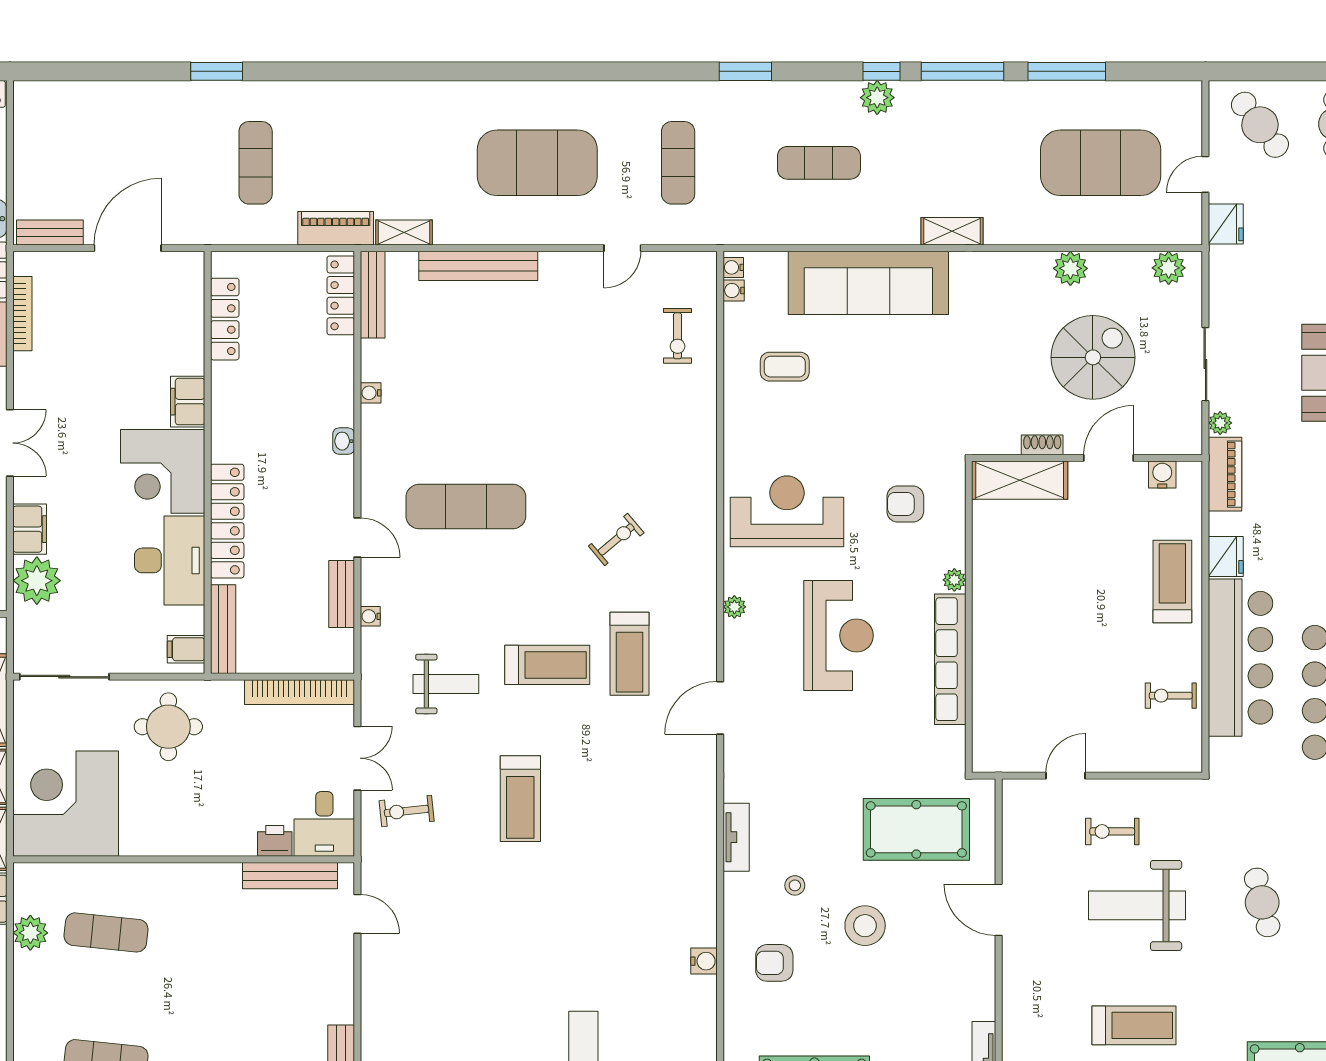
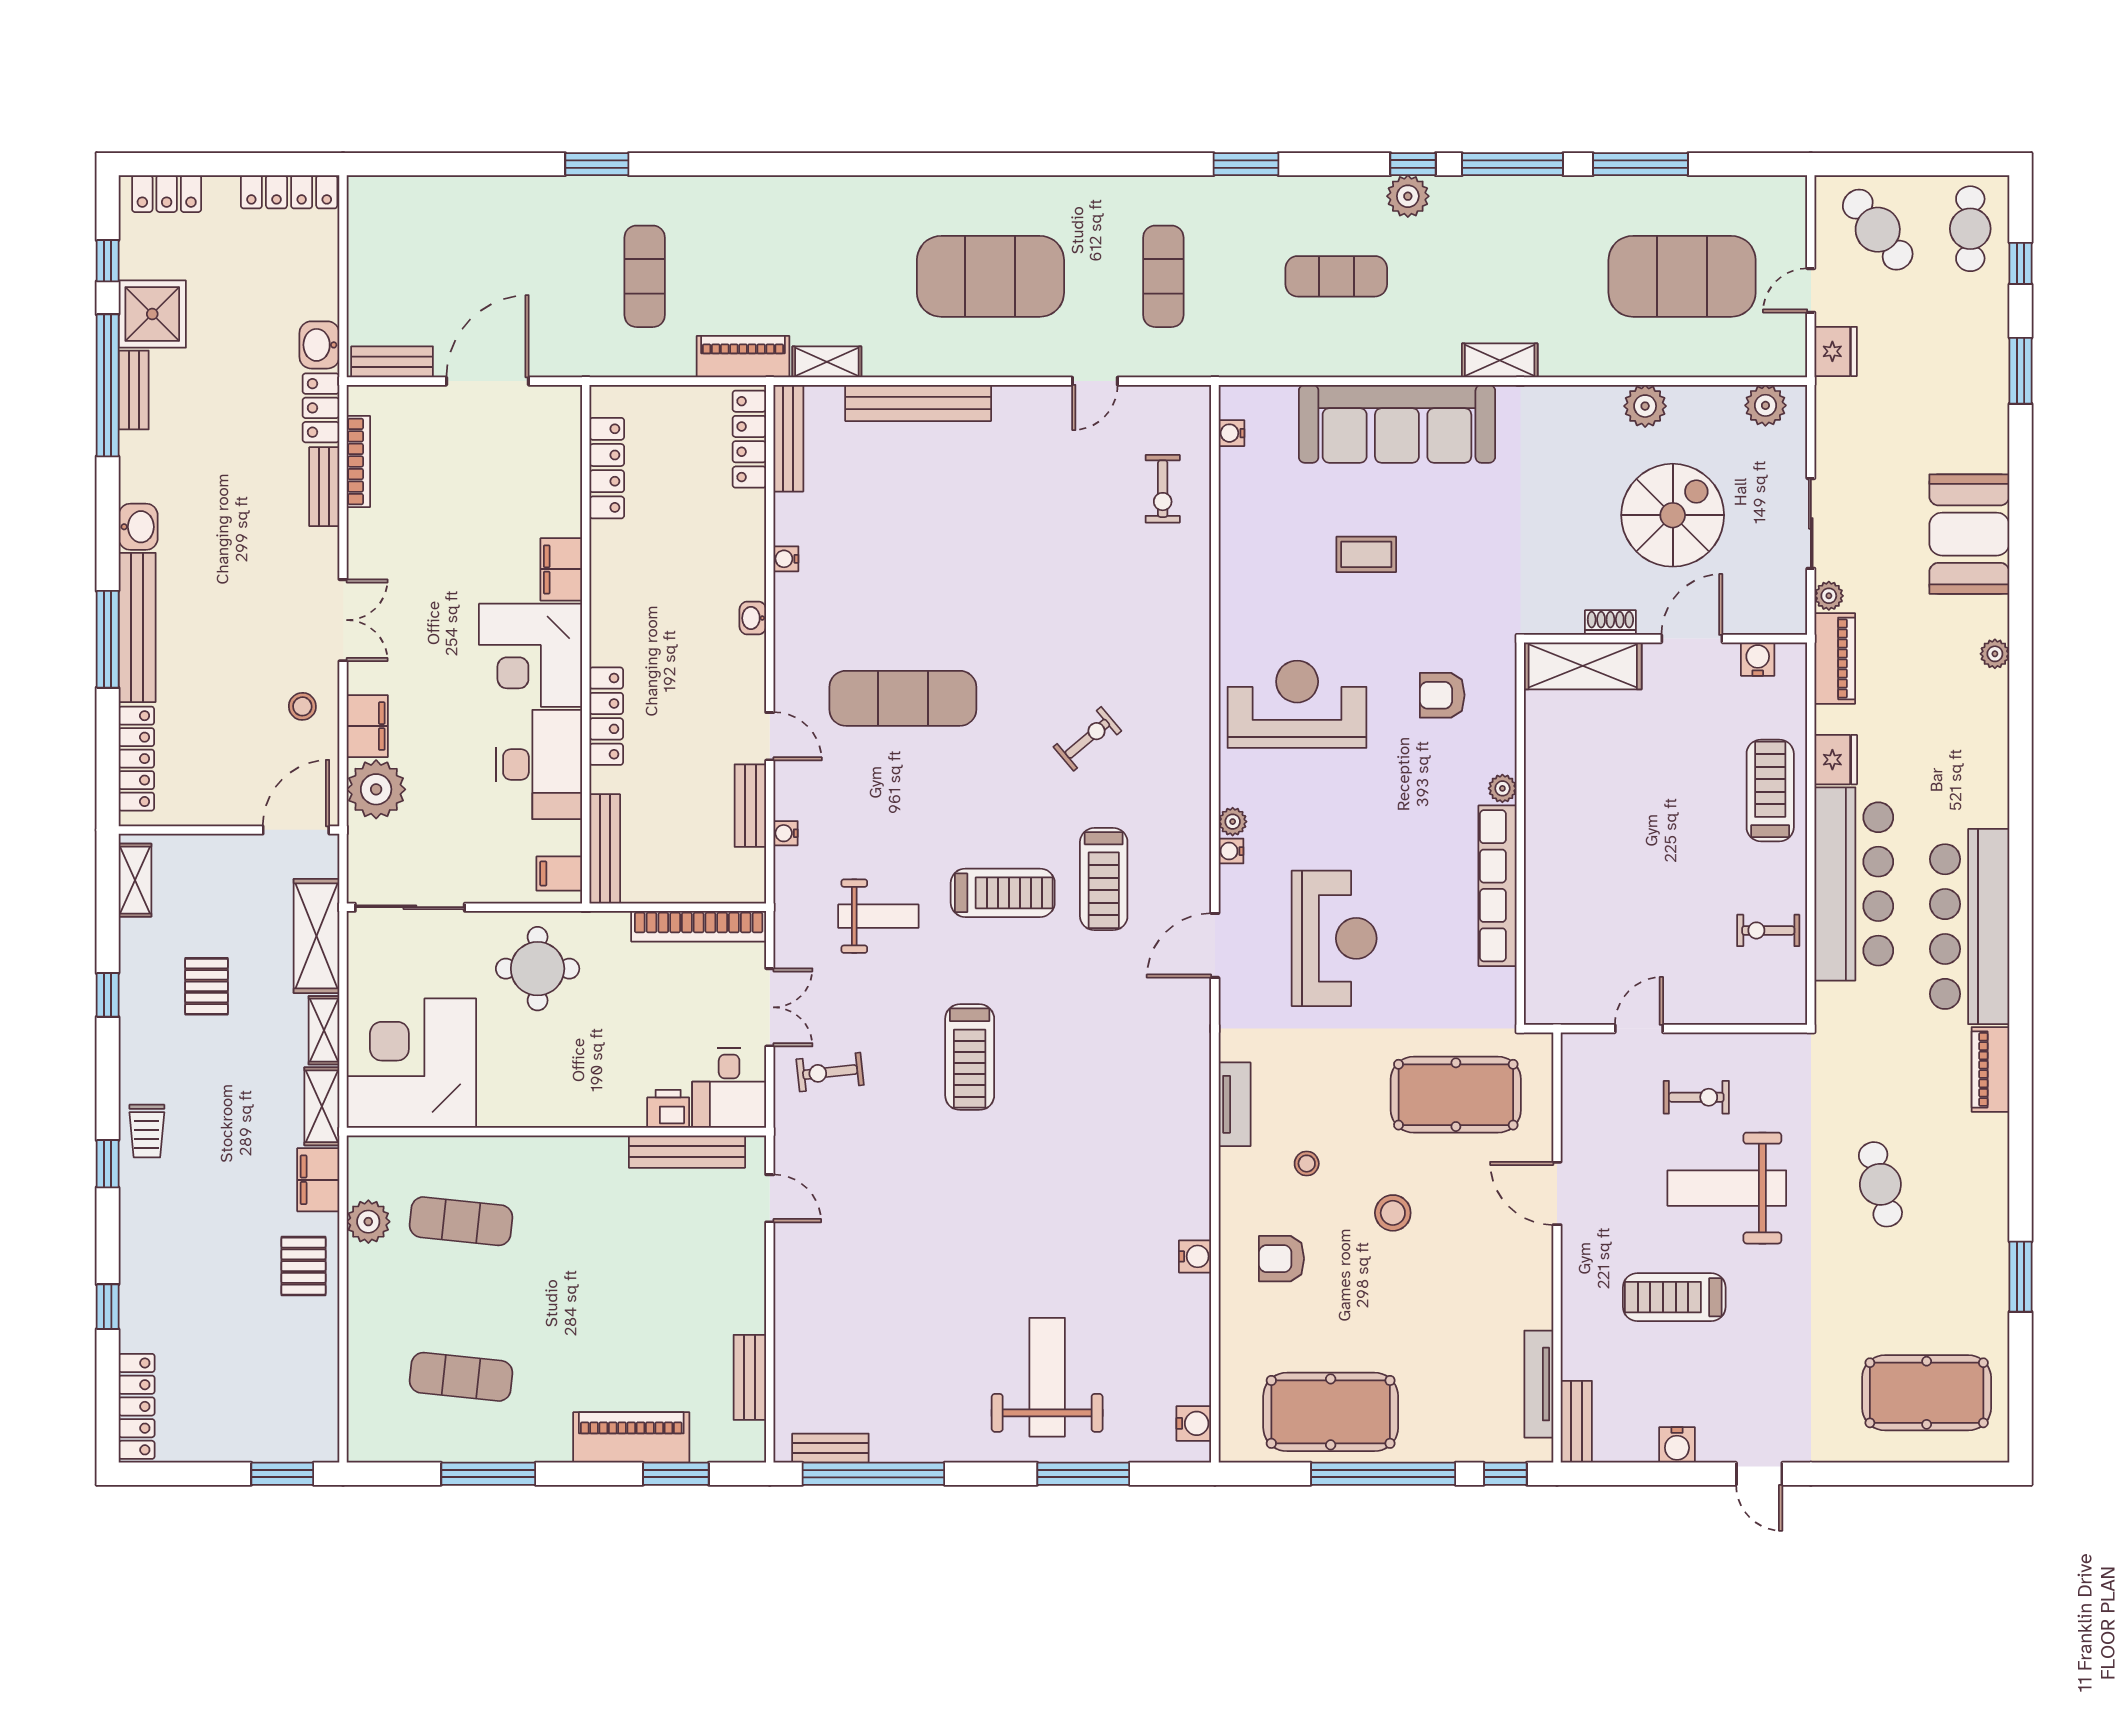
water cooler: (733, 267) -> (1231, 851), moved
coffee table: (785, 367) -> (1366, 554), moved
locker: (227, 521) -> (606, 716), width x0.71, depth x0.83
reception desk: (838, 636) -> (1334, 938), moved
exercise bike: (1112, 831) -> (1696, 1097), turned 180
stool: (865, 926) -> (1393, 1213), width x0.73, depth x0.73
treadmill: (1134, 1025) -> (1674, 1297), moved, turned 180

